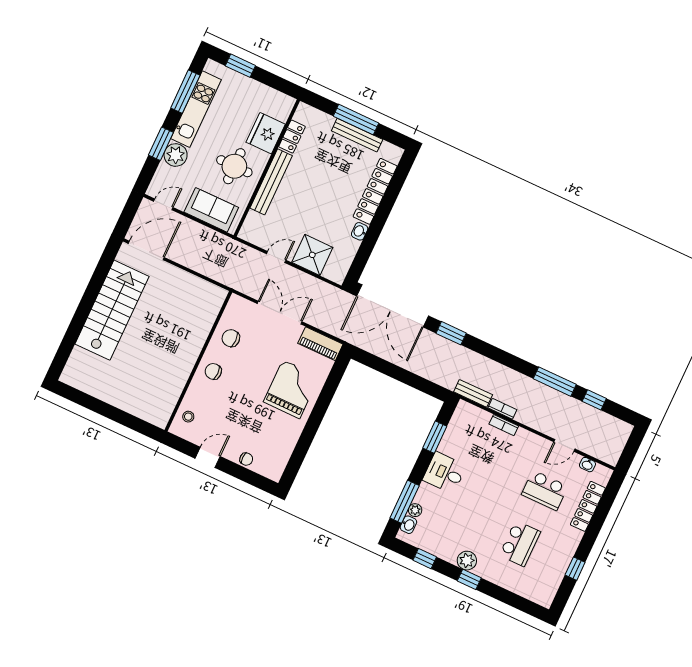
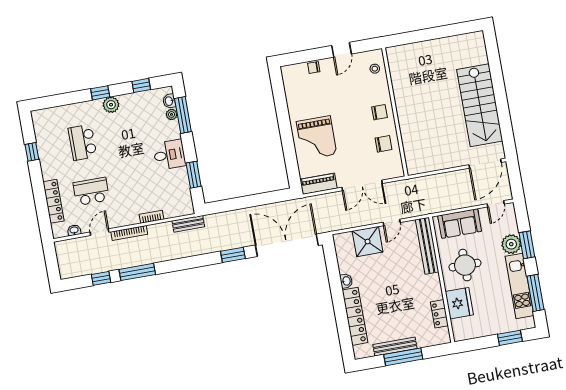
bench: (271, 182) -> (427, 246), moved
bookcase: (502, 409) -> (129, 233), moved, width x1.56

